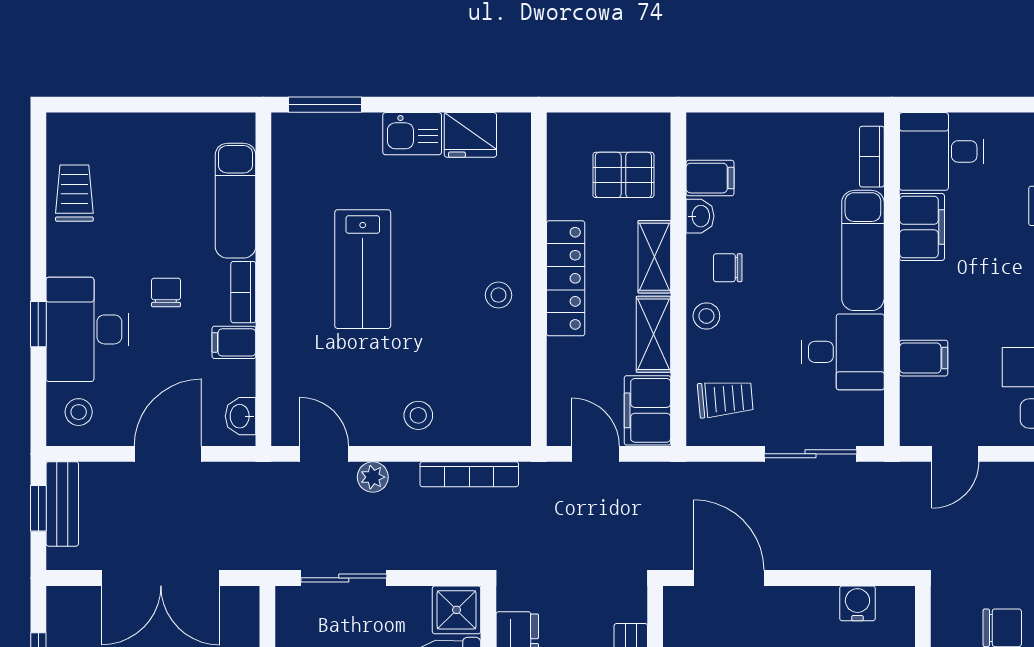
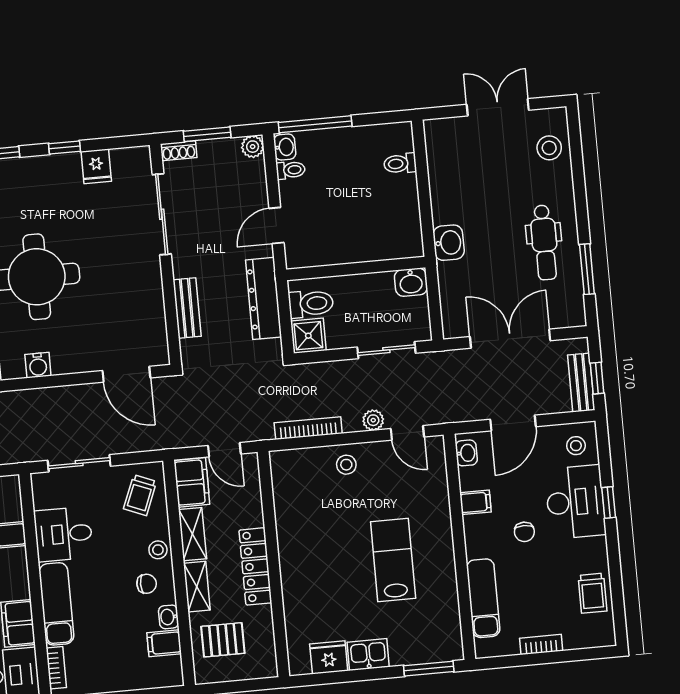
bookcase: (243, 292) -> (541, 644), moved, turned -90
stool: (499, 295) -> (300, 551), removed
trolley: (725, 399) -> (140, 495), turned -63

